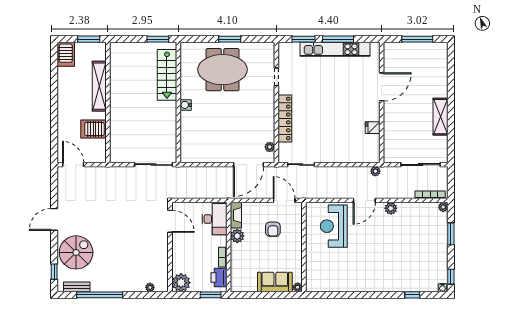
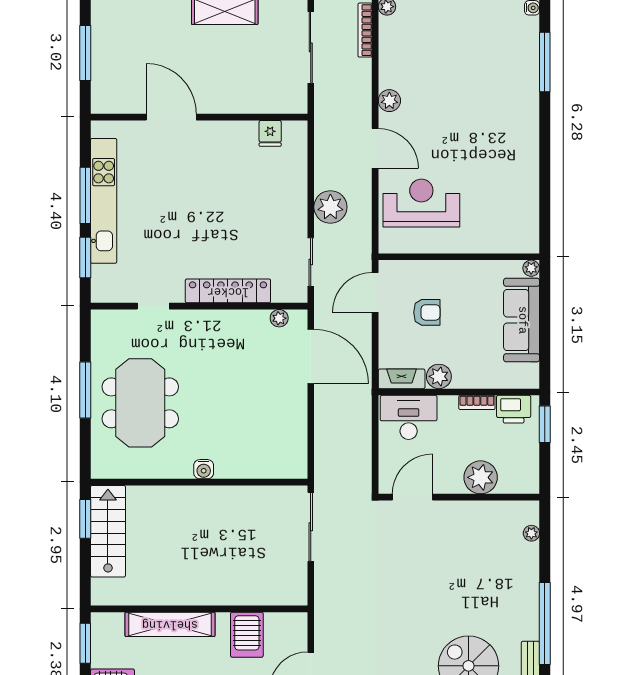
window: (230, 39) -> (85, 390), width x1.44
stairs: (167, 75) -> (108, 531), moved, turned -90
fridge: (373, 128) -> (270, 133), moved
plant: (375, 171) -> (330, 207), moved, width x1.88, depth x1.88
reception desk: (334, 226) -> (421, 203), turned 180
sofa: (275, 282) -> (522, 320), width x1.36
plant: (181, 283) -> (481, 477), moved
window: (412, 295) -> (545, 62), width x2.17

